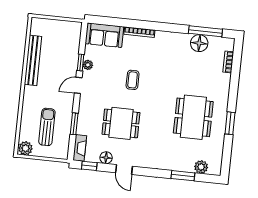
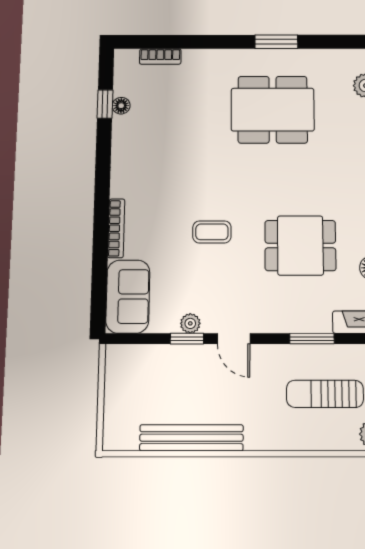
window: (205, 31) -> (105, 104), width x0.46
floor lamp: (199, 43) -> (121, 106), width x0.53, depth x0.53
dining table: (121, 123) -> (300, 246), turned 90

